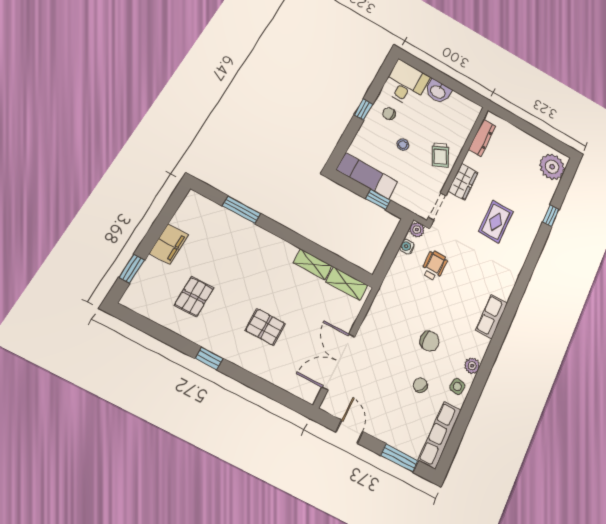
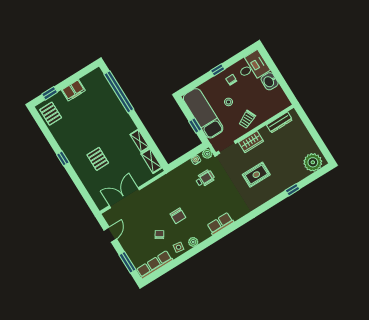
exam couch: (367, 176) -> (203, 113), width x1.36, depth x1.45
window: (241, 210) -> (119, 92), width x2.11
pallet: (194, 297) -> (51, 114), moved, turned 90

